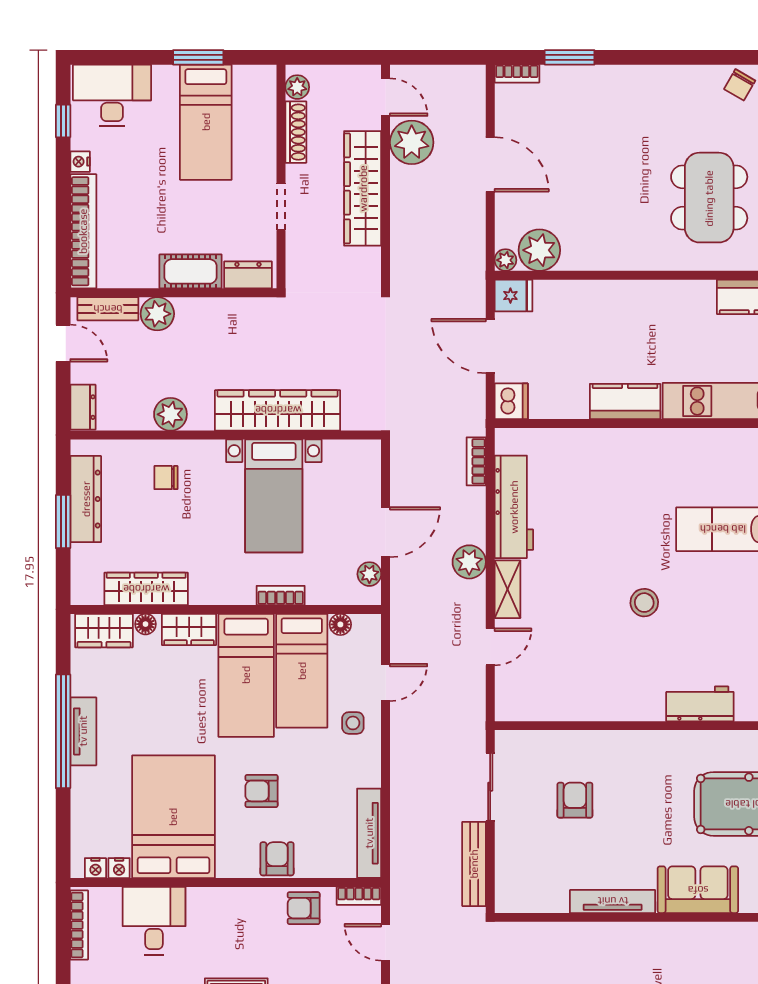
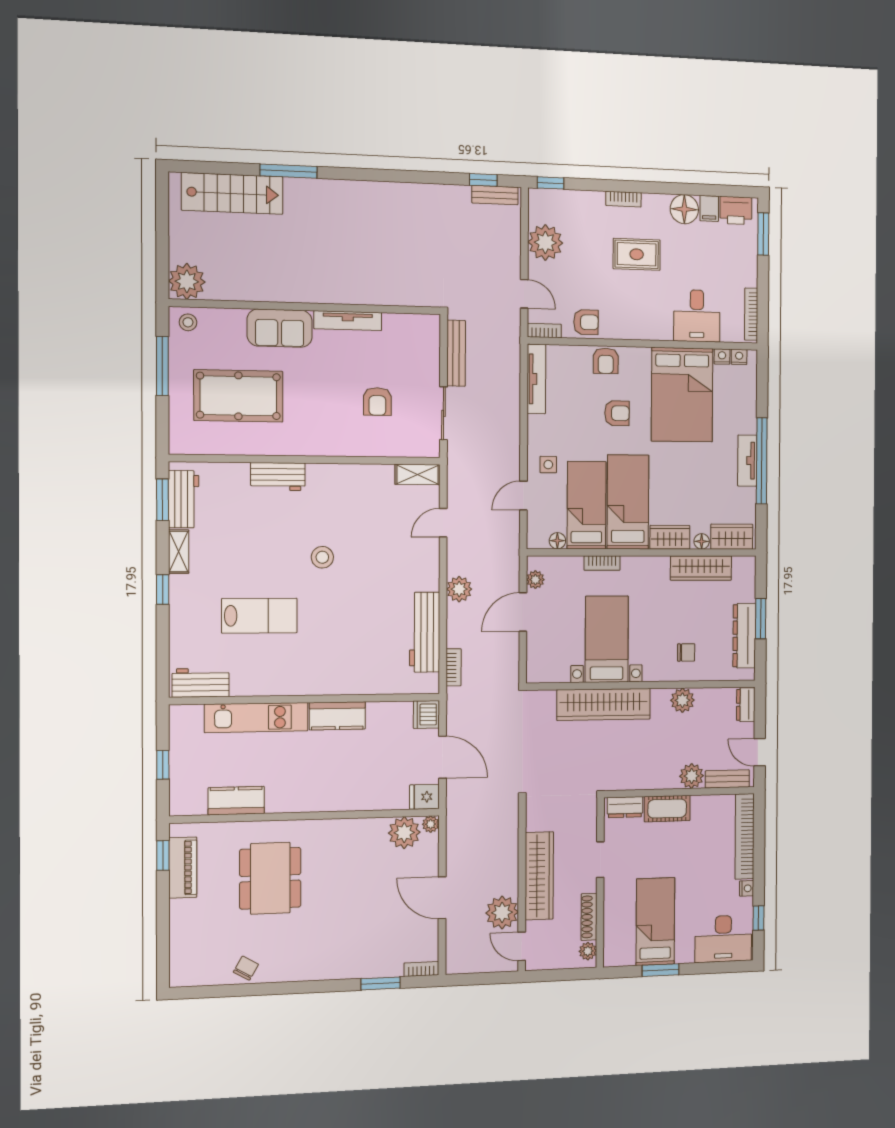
shelving: (508, 589) -> (418, 474), moved, turned 90

